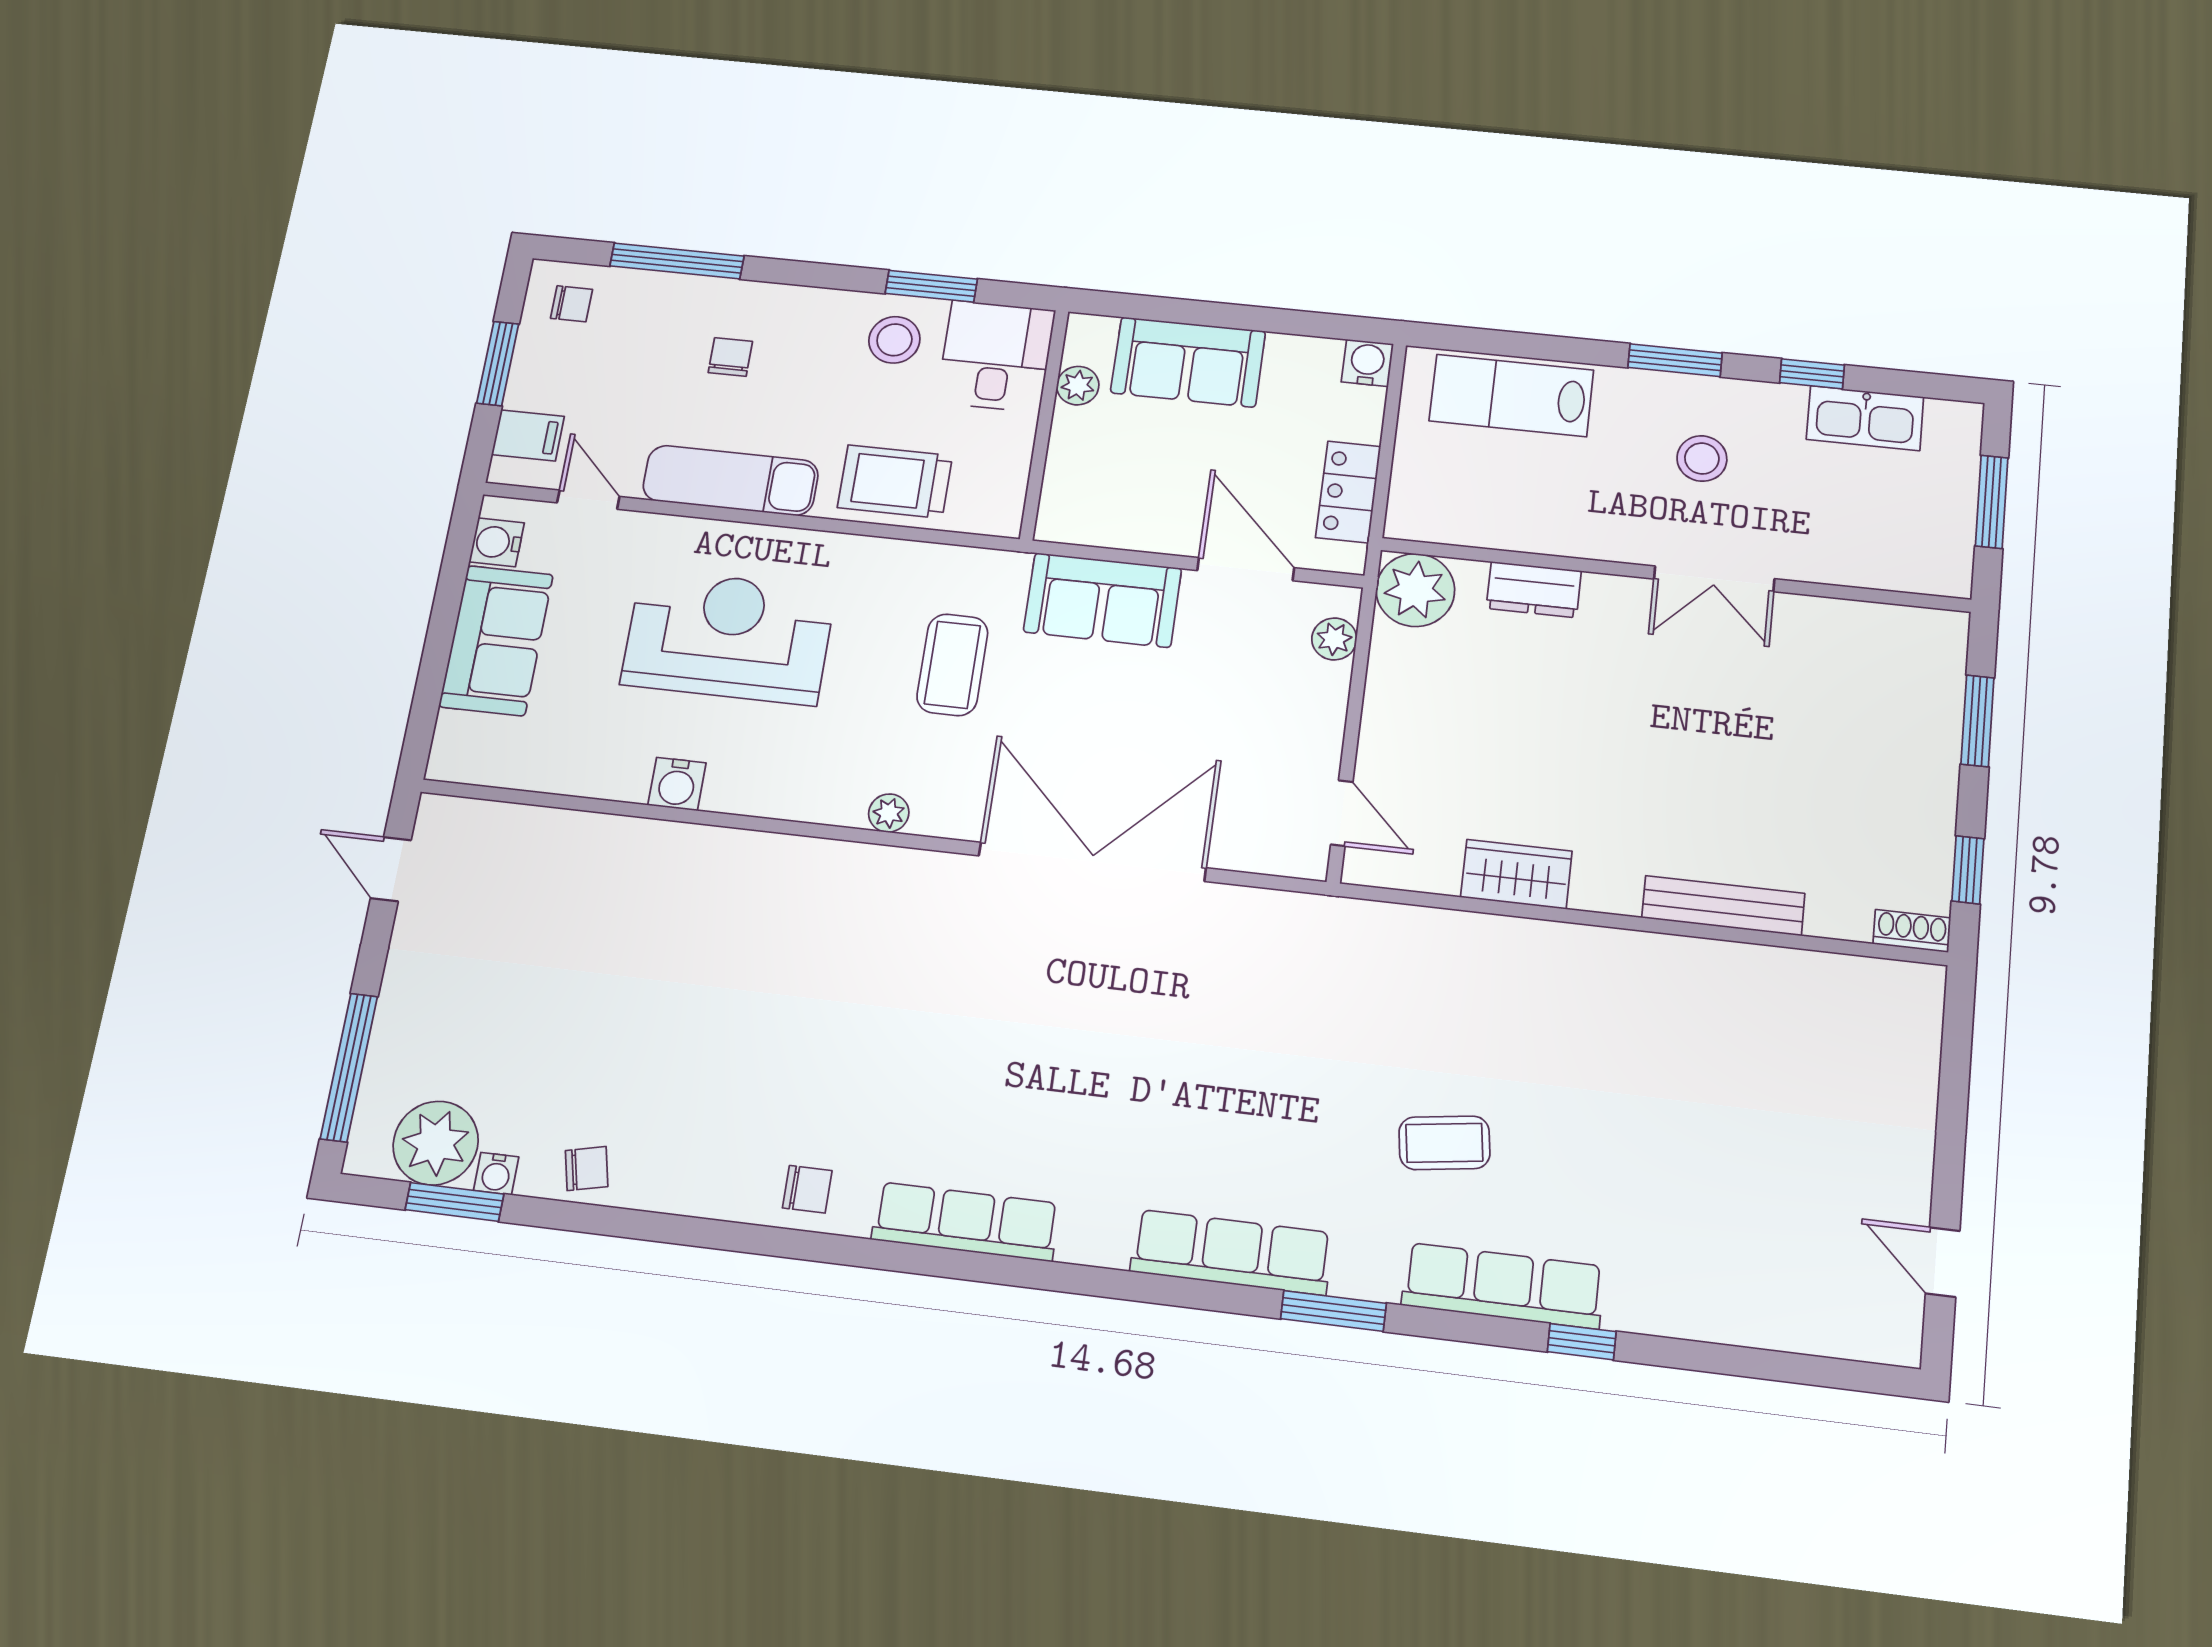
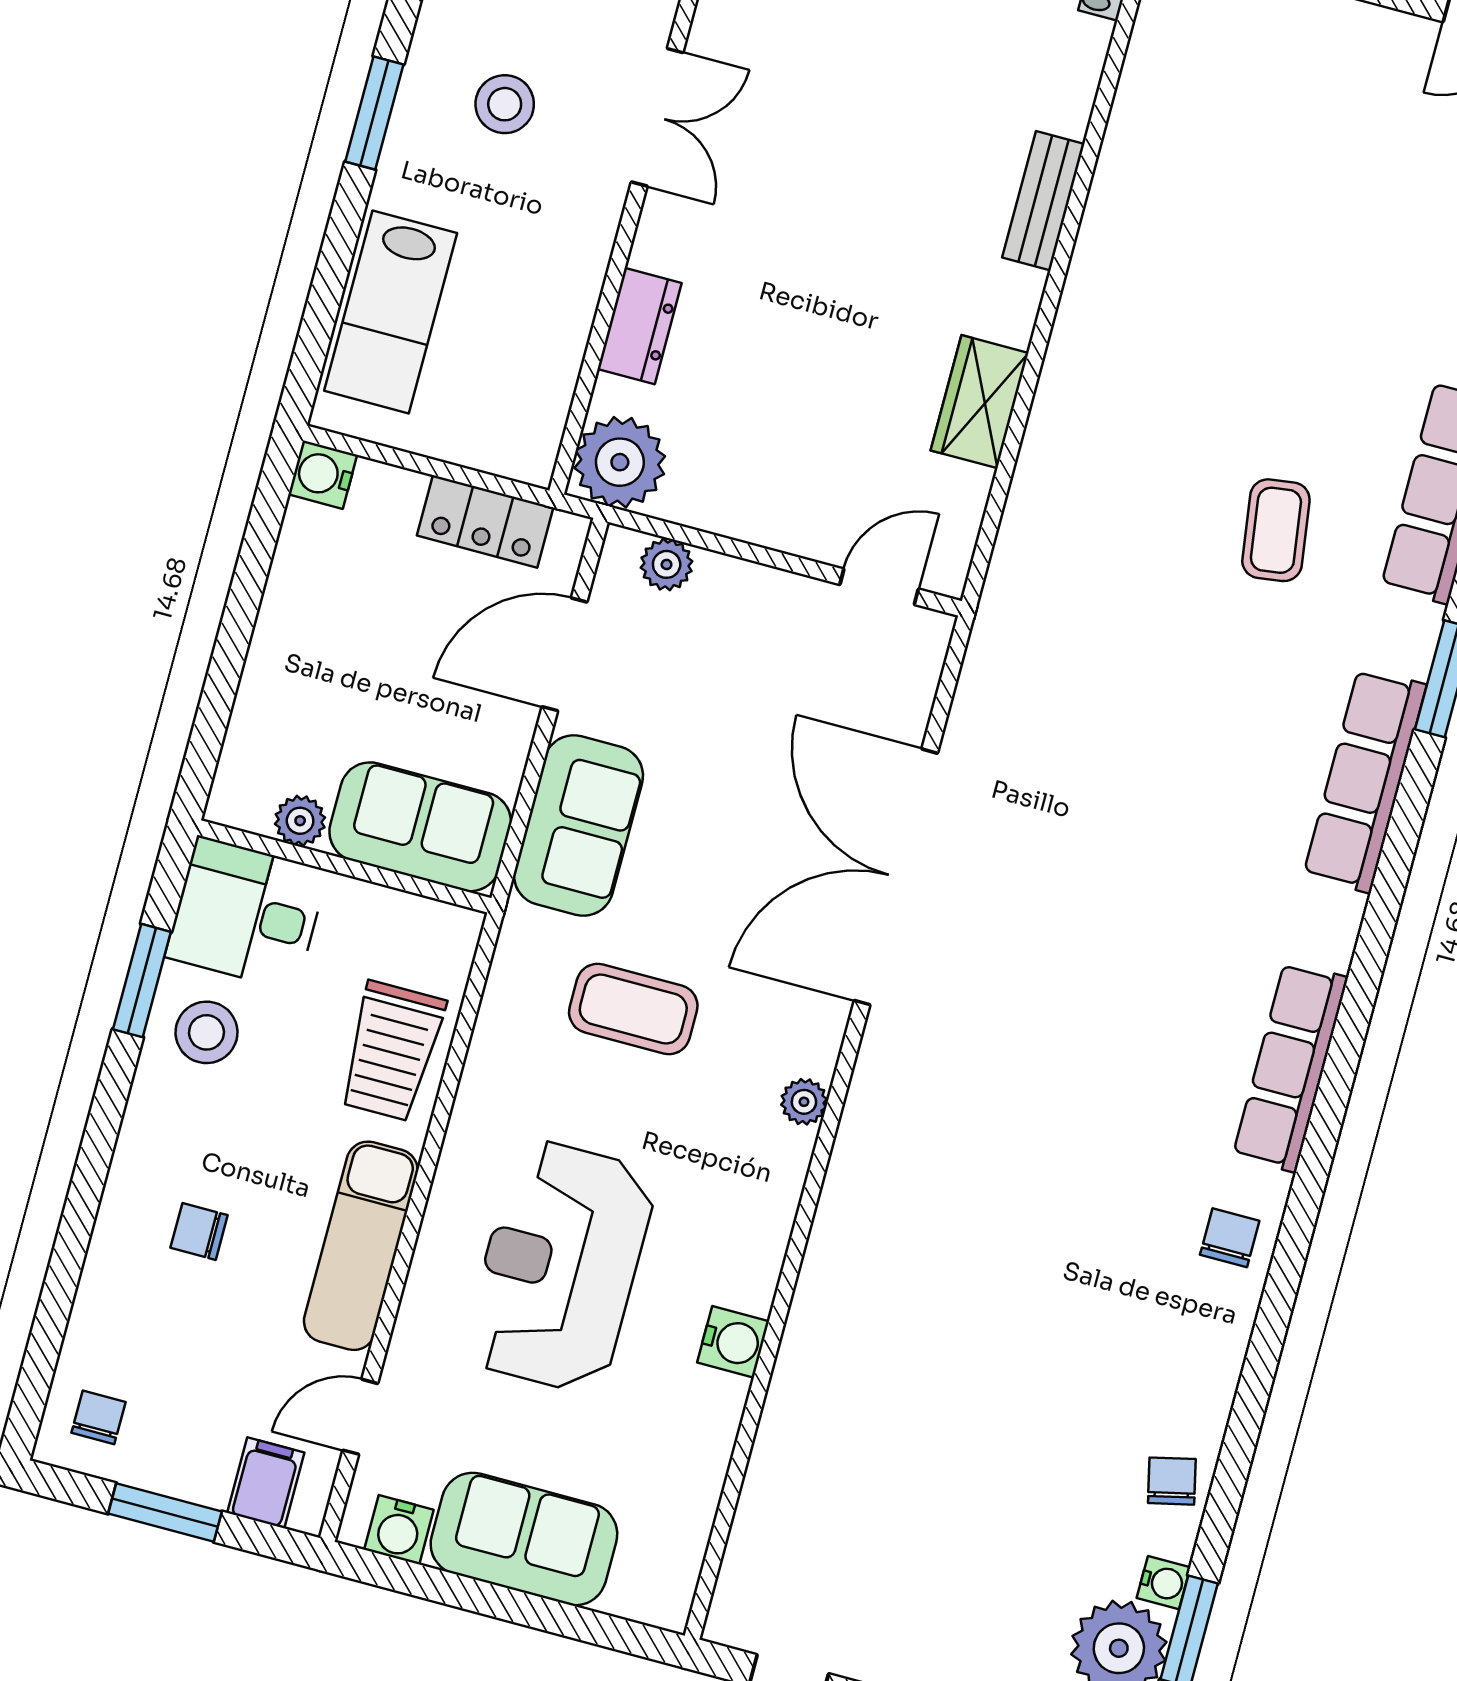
window: (677, 261) -> (60, 1285), removed
sofa: (1188, 362) -> (420, 827), moved, turned -90
bench: (1723, 906) -> (1043, 201), width x0.73

